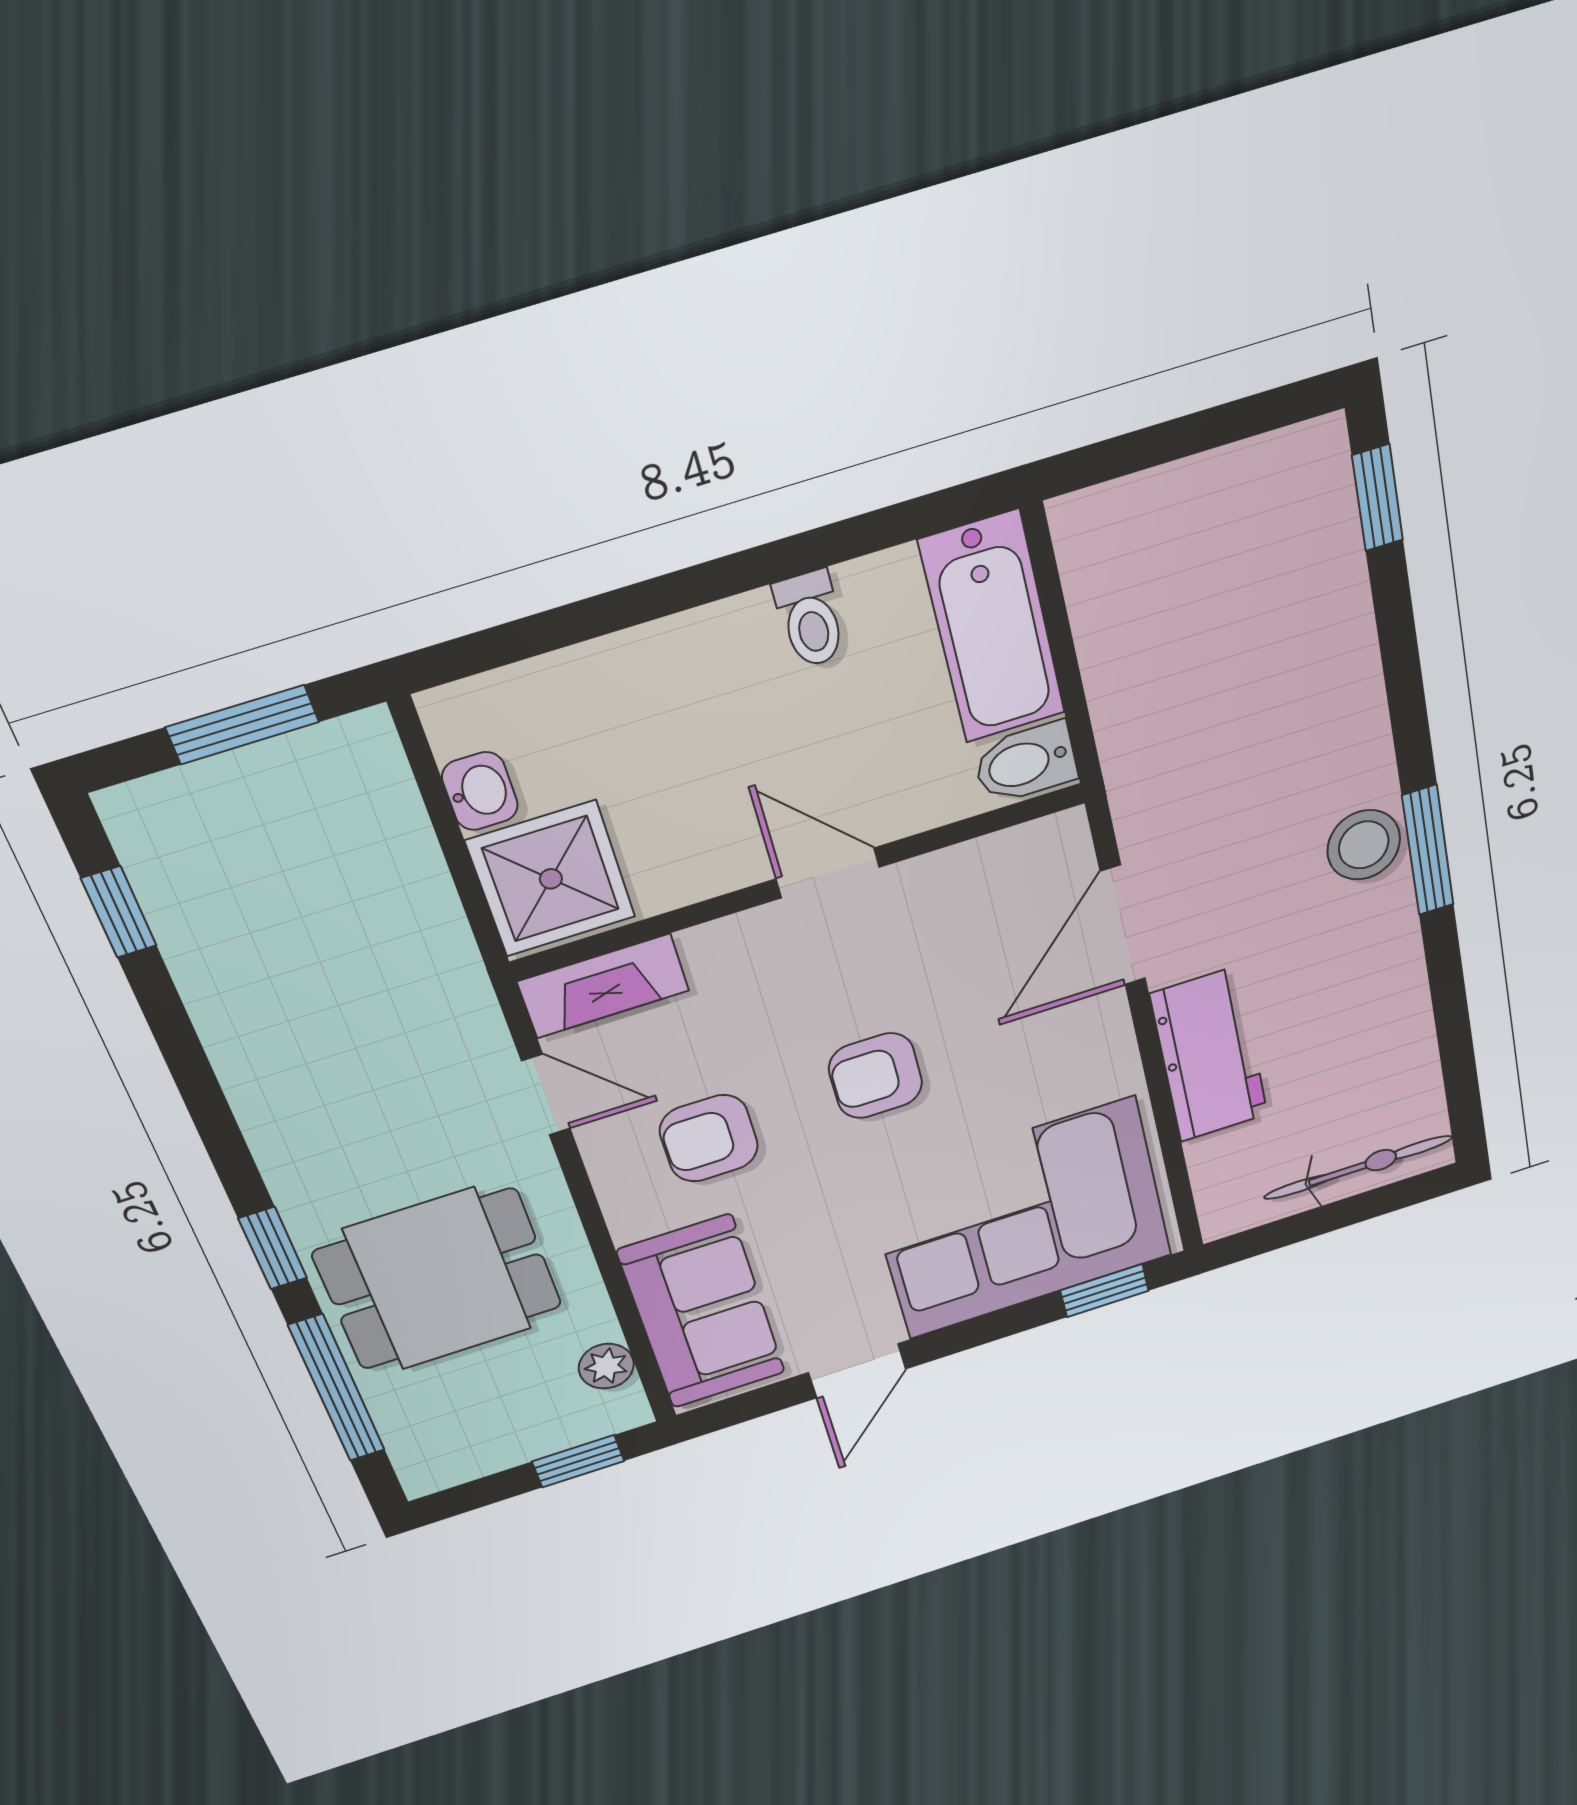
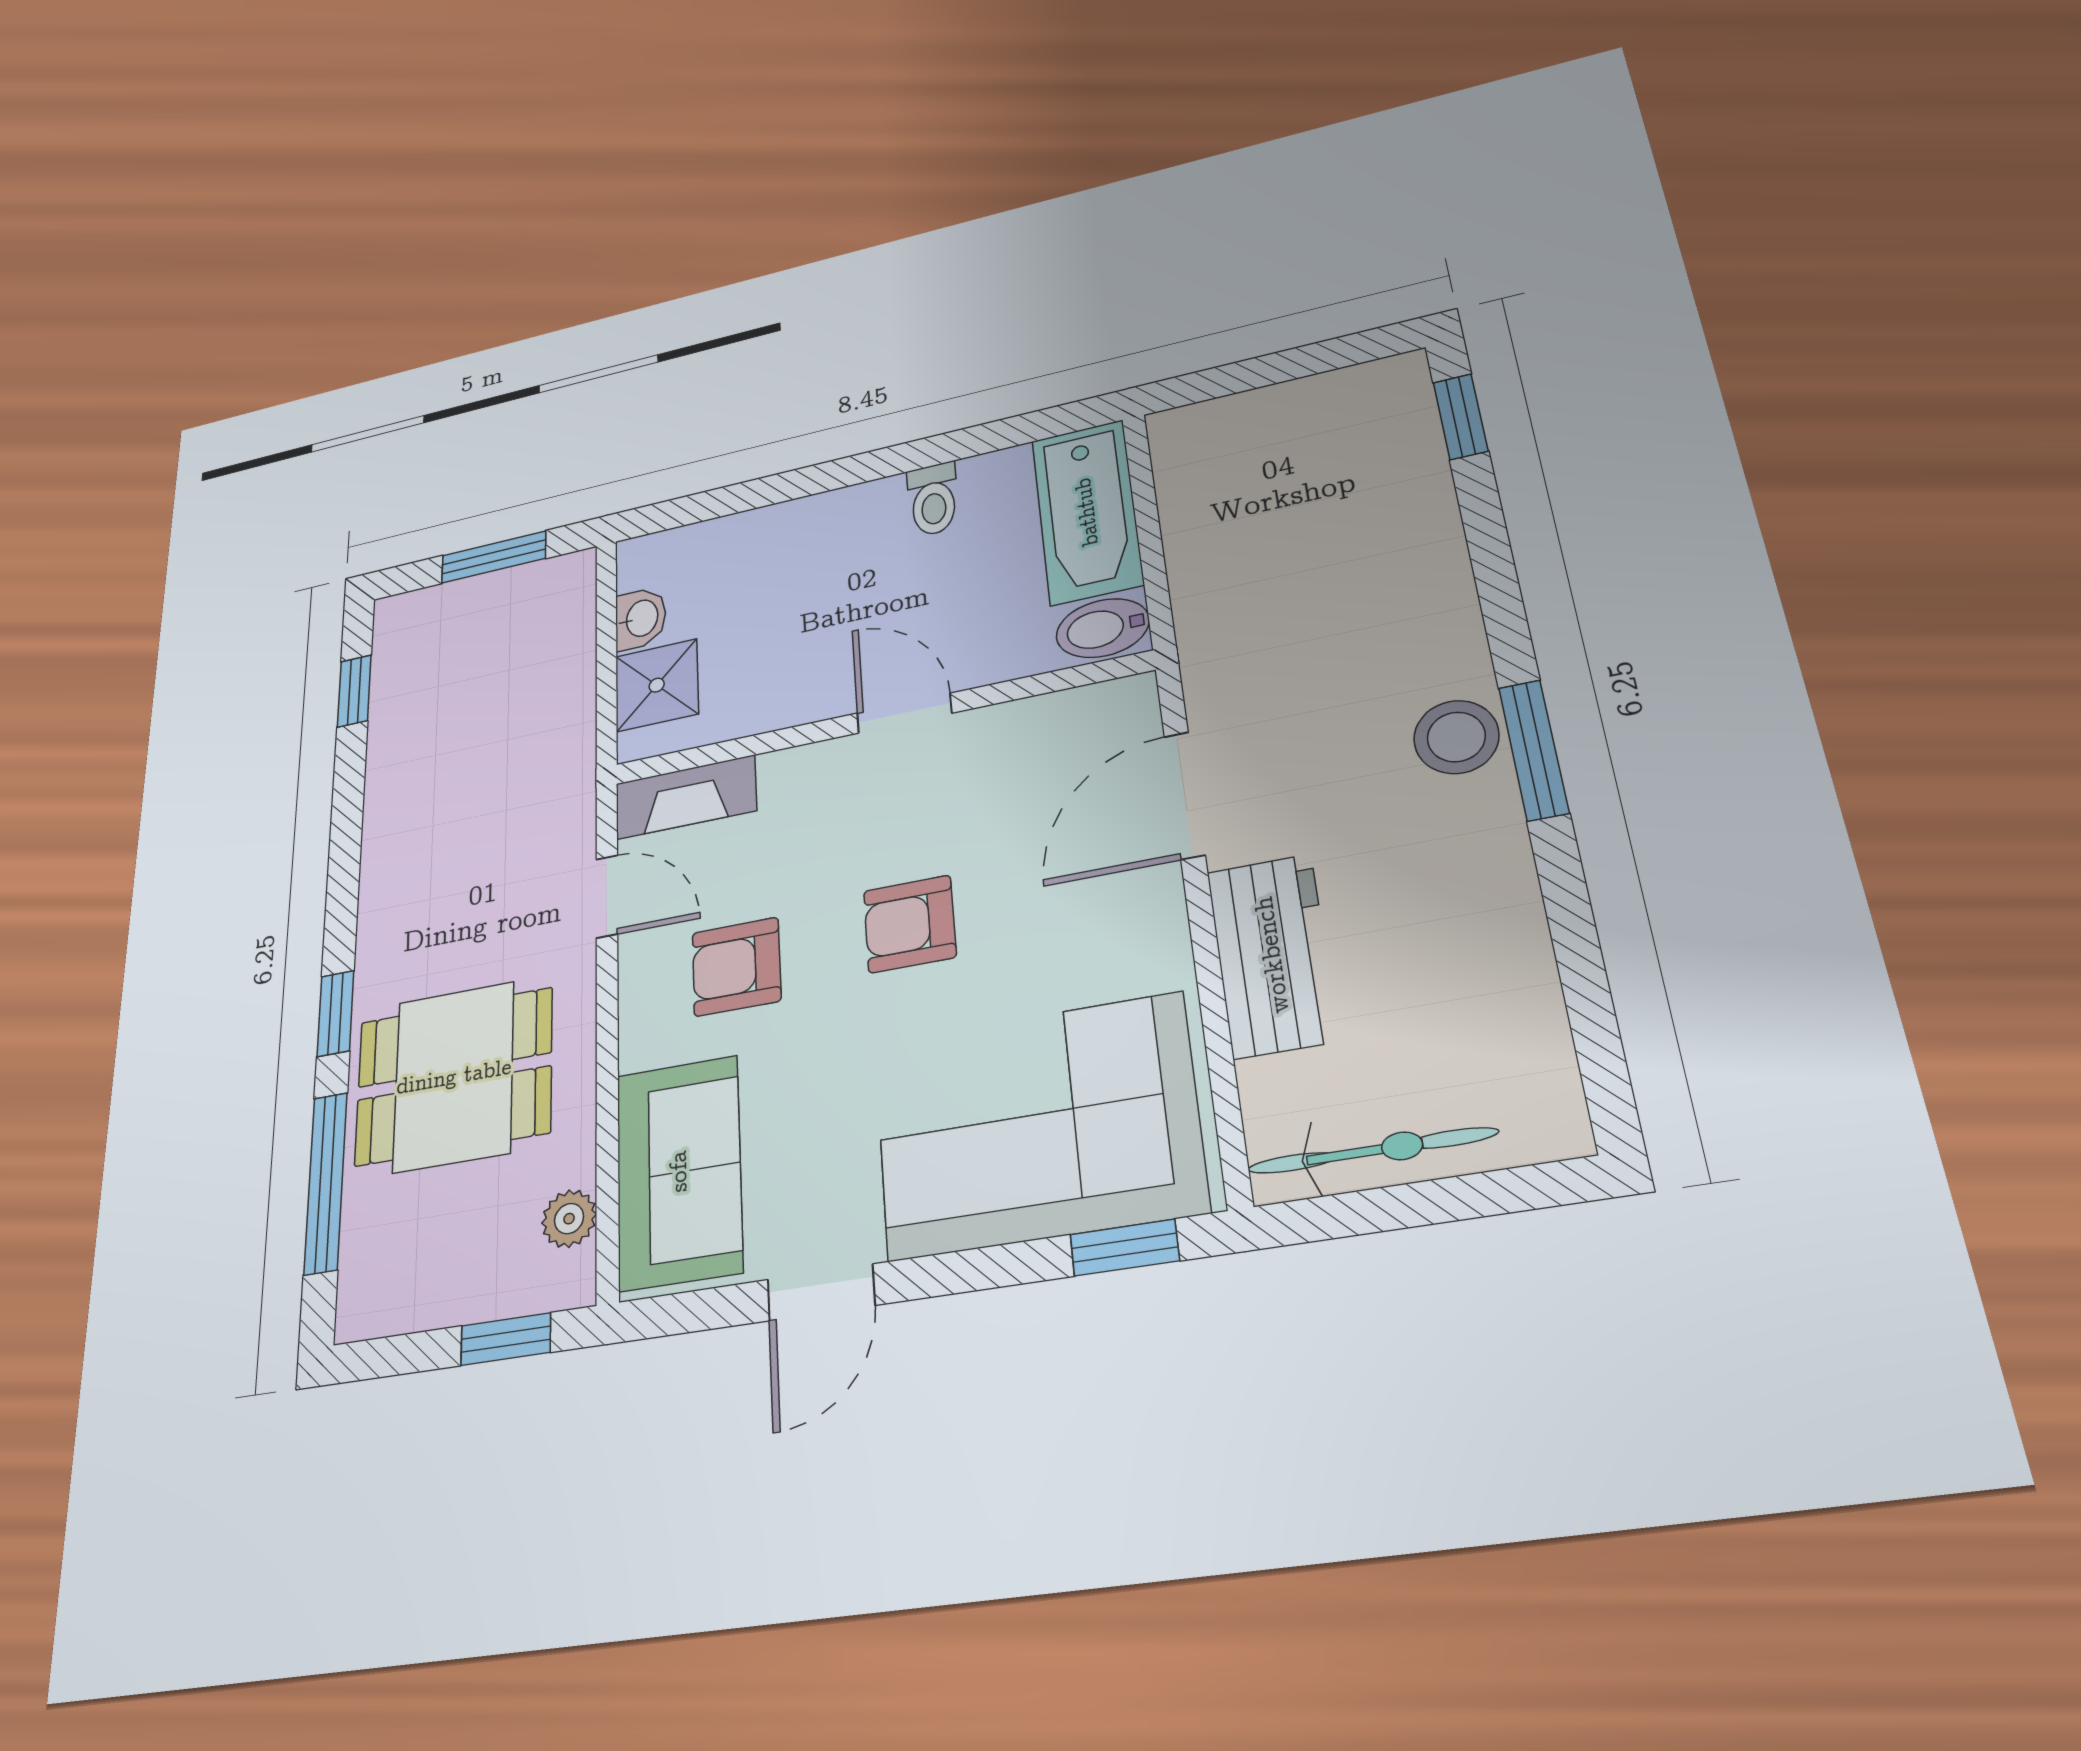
shower: (551, 879) -> (657, 685), width x0.73, depth x0.73
bicycle: (1358, 1167) -> (1372, 1151), moved

